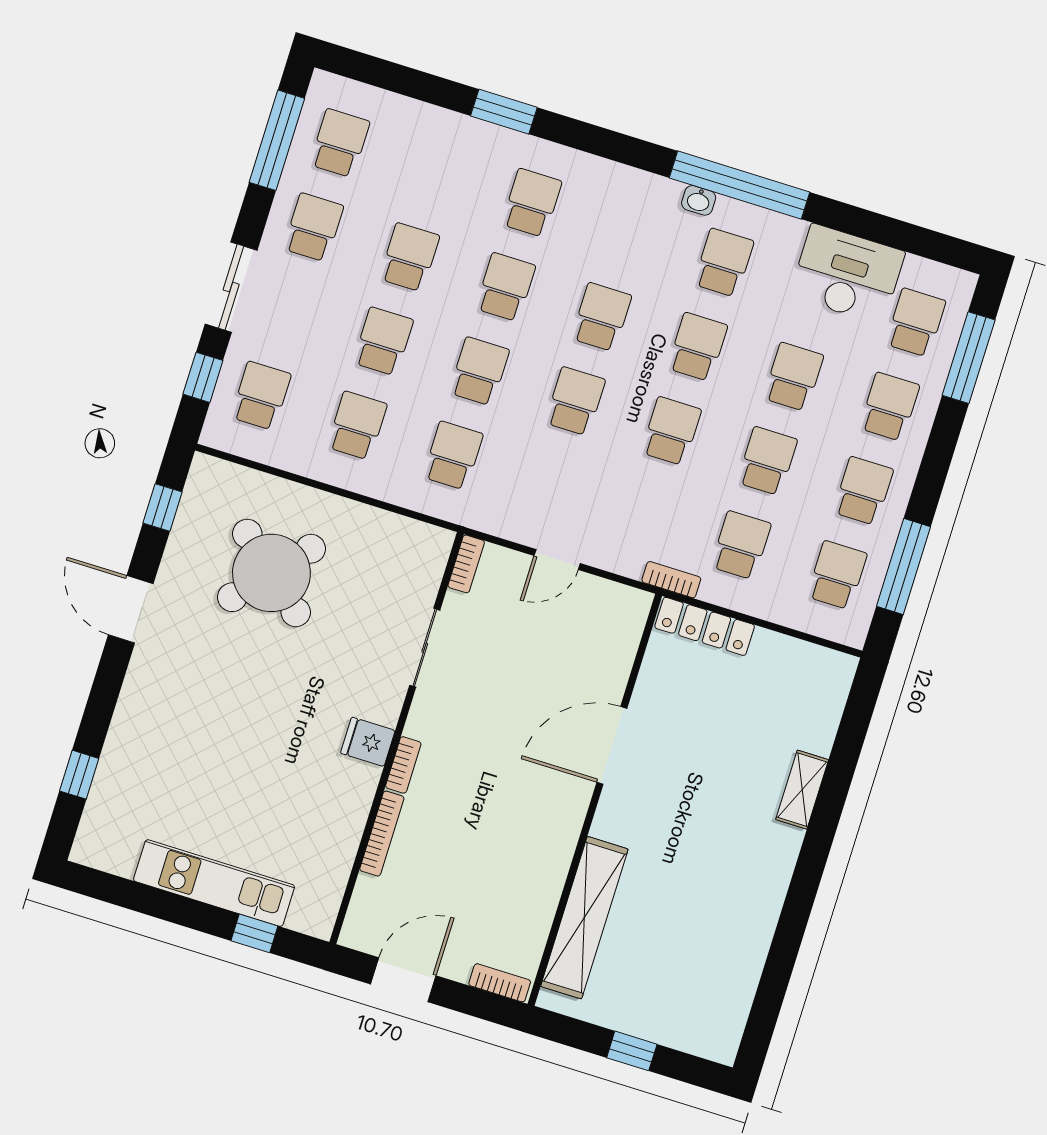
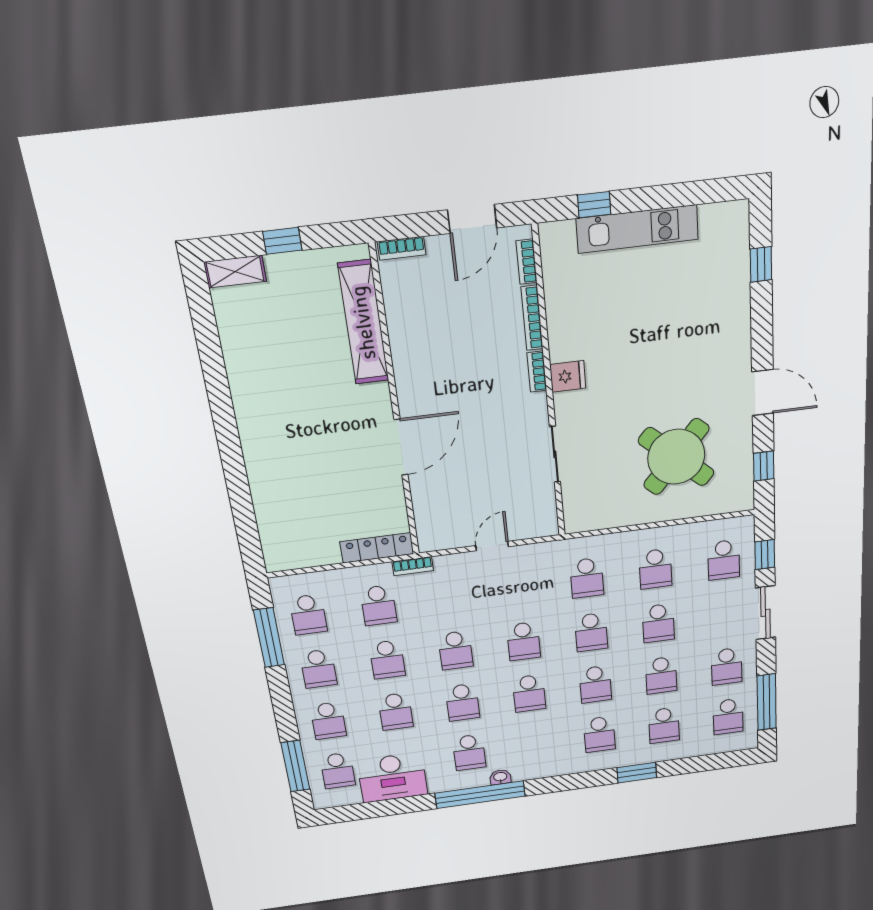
school desk: (436, 173) -> (664, 725), added
bookcase: (466, 564) -> (527, 262), moved
shelving: (802, 790) -> (235, 272), moved, turned 90

